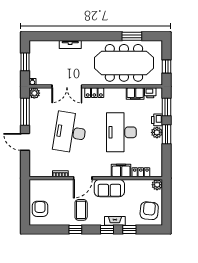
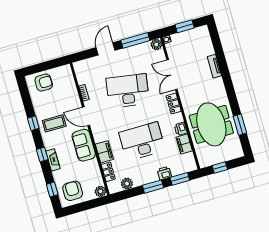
meeting table: (124, 63) -> (211, 124), width x0.73
printer: (150, 93) -> (181, 129), moved
plant: (157, 132) -> (127, 184), moved
armchair: (149, 211) -> (73, 191), turned -95
window: (129, 229) -> (52, 190), moved

